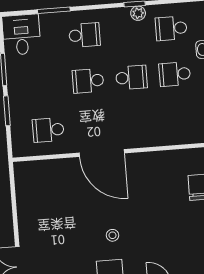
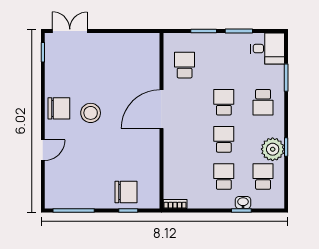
plant: (138, 13) -> (273, 149), width x1.87, depth x1.87
school desk: (131, 77) -> (224, 139), turned 180
stool: (112, 235) -> (91, 113), width x1.89, depth x1.89

